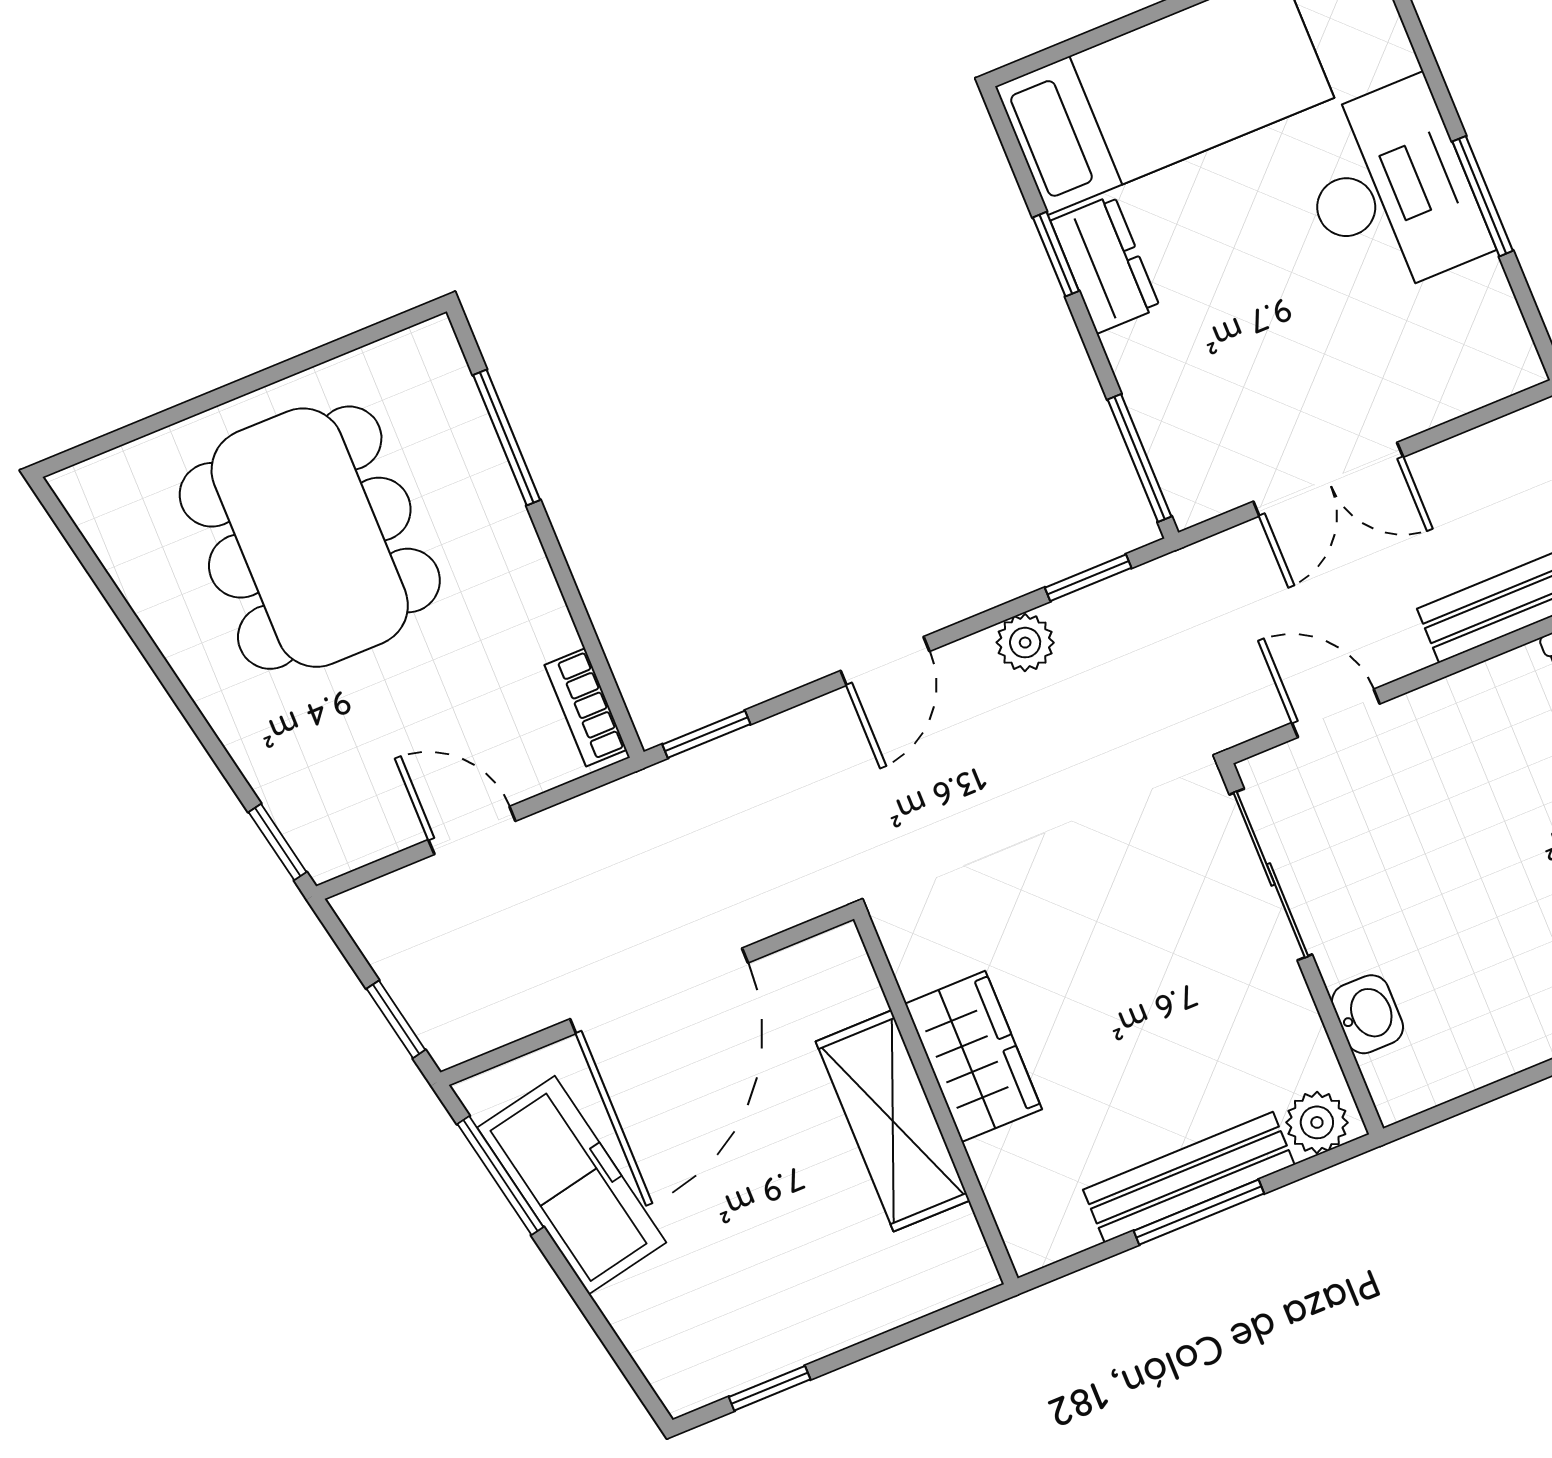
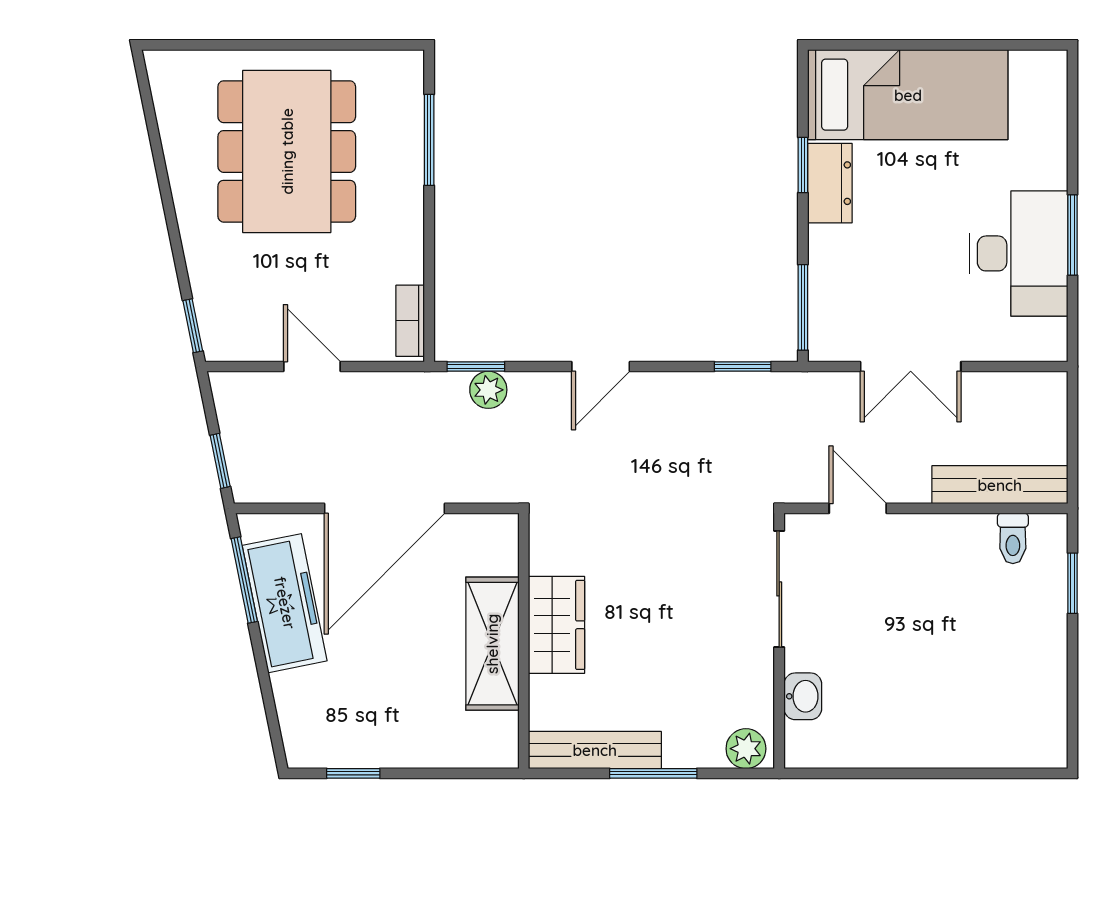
desk: (1390, 189) -> (1019, 253), moved
plant: (1025, 643) -> (488, 390), moved
bench: (1189, 1177) -> (595, 750), moved

